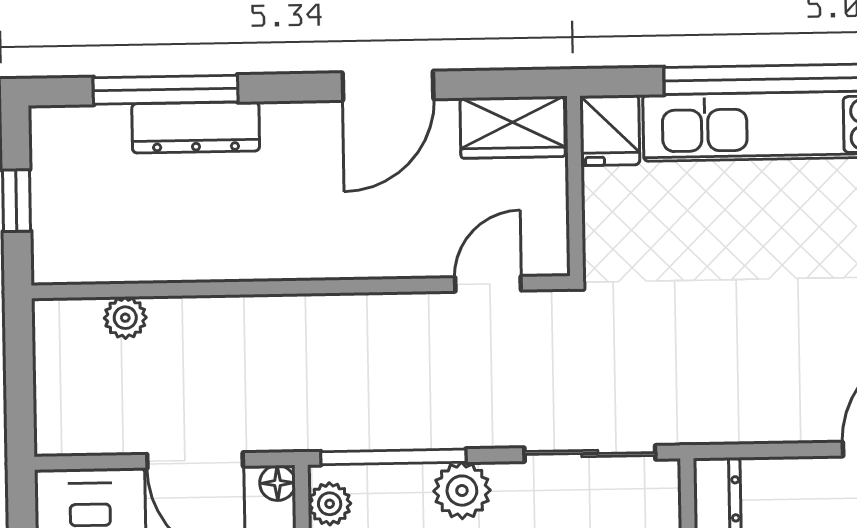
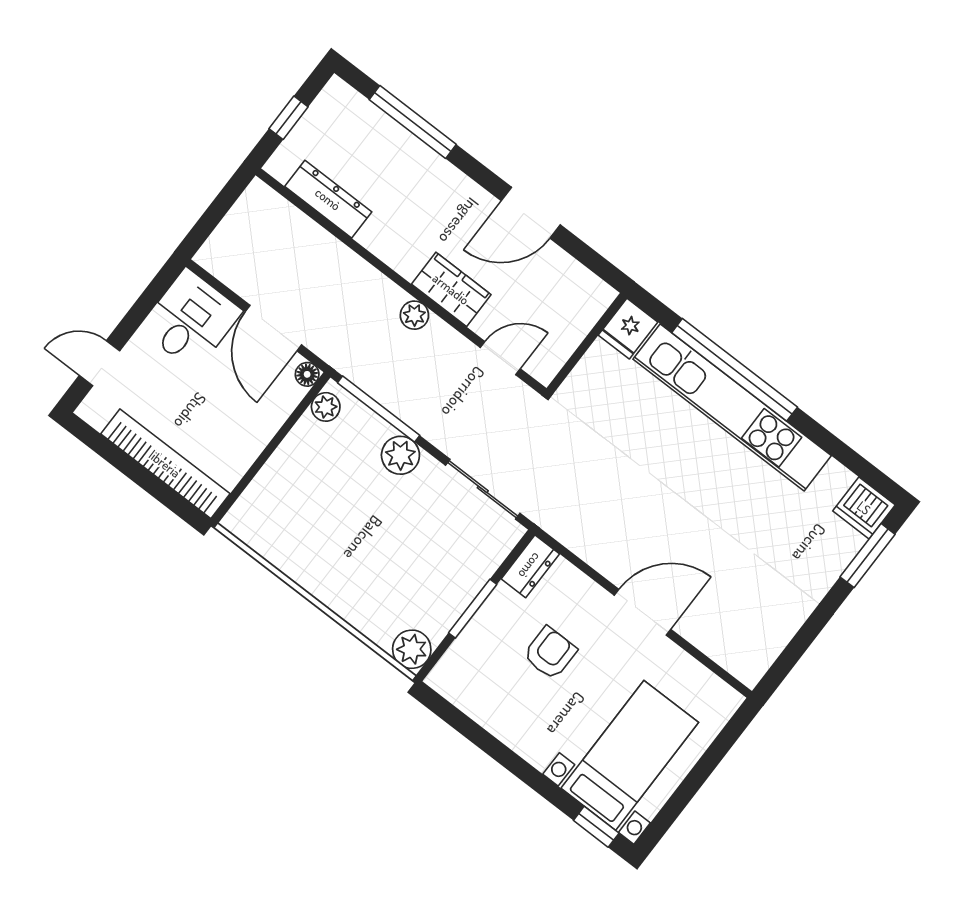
dresser: (196, 127) -> (328, 199), moved, turned 180
wardrobe: (513, 127) -> (451, 289), moved, turned 180
plant: (125, 318) -> (414, 315), moved

